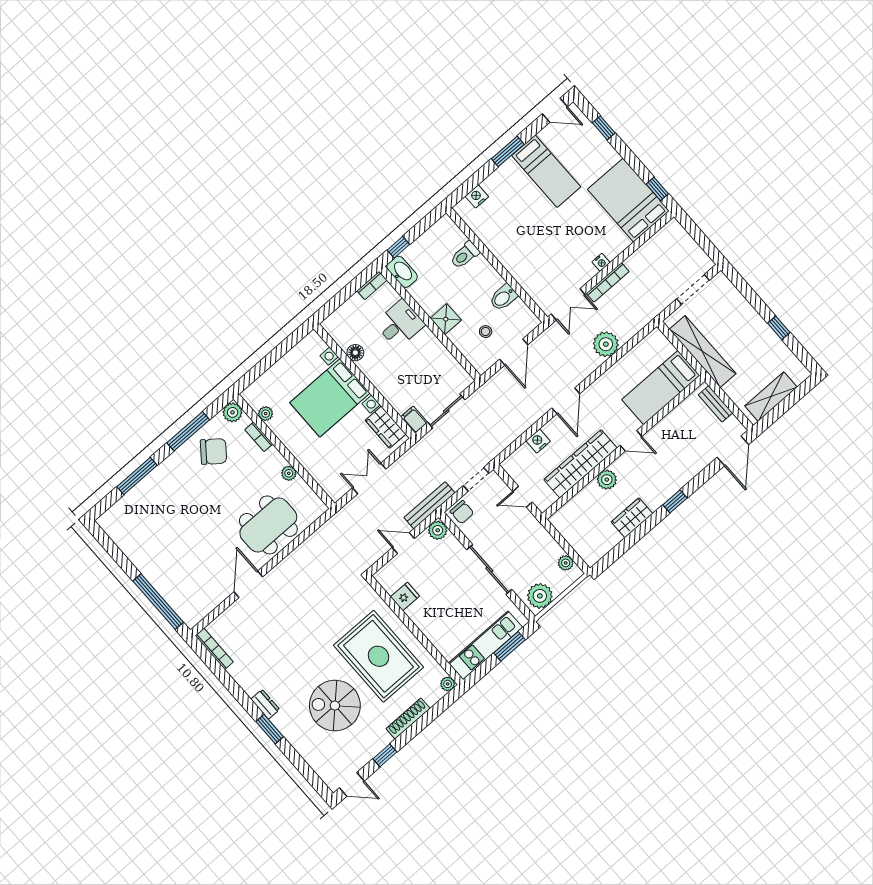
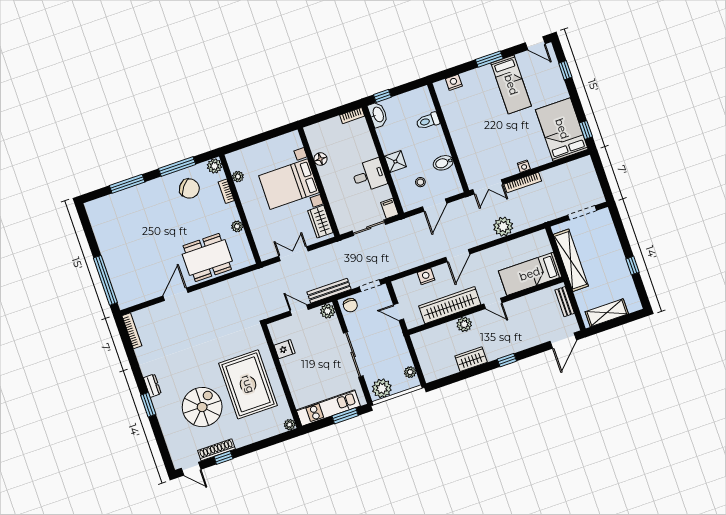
desk: (400, 324) -> (369, 175), moved
filing cabinet: (414, 420) -> (390, 209), moved
spiral stairs: (335, 706) -> (202, 407), turned 90
shoe rack: (408, 718) -> (216, 450), moved

